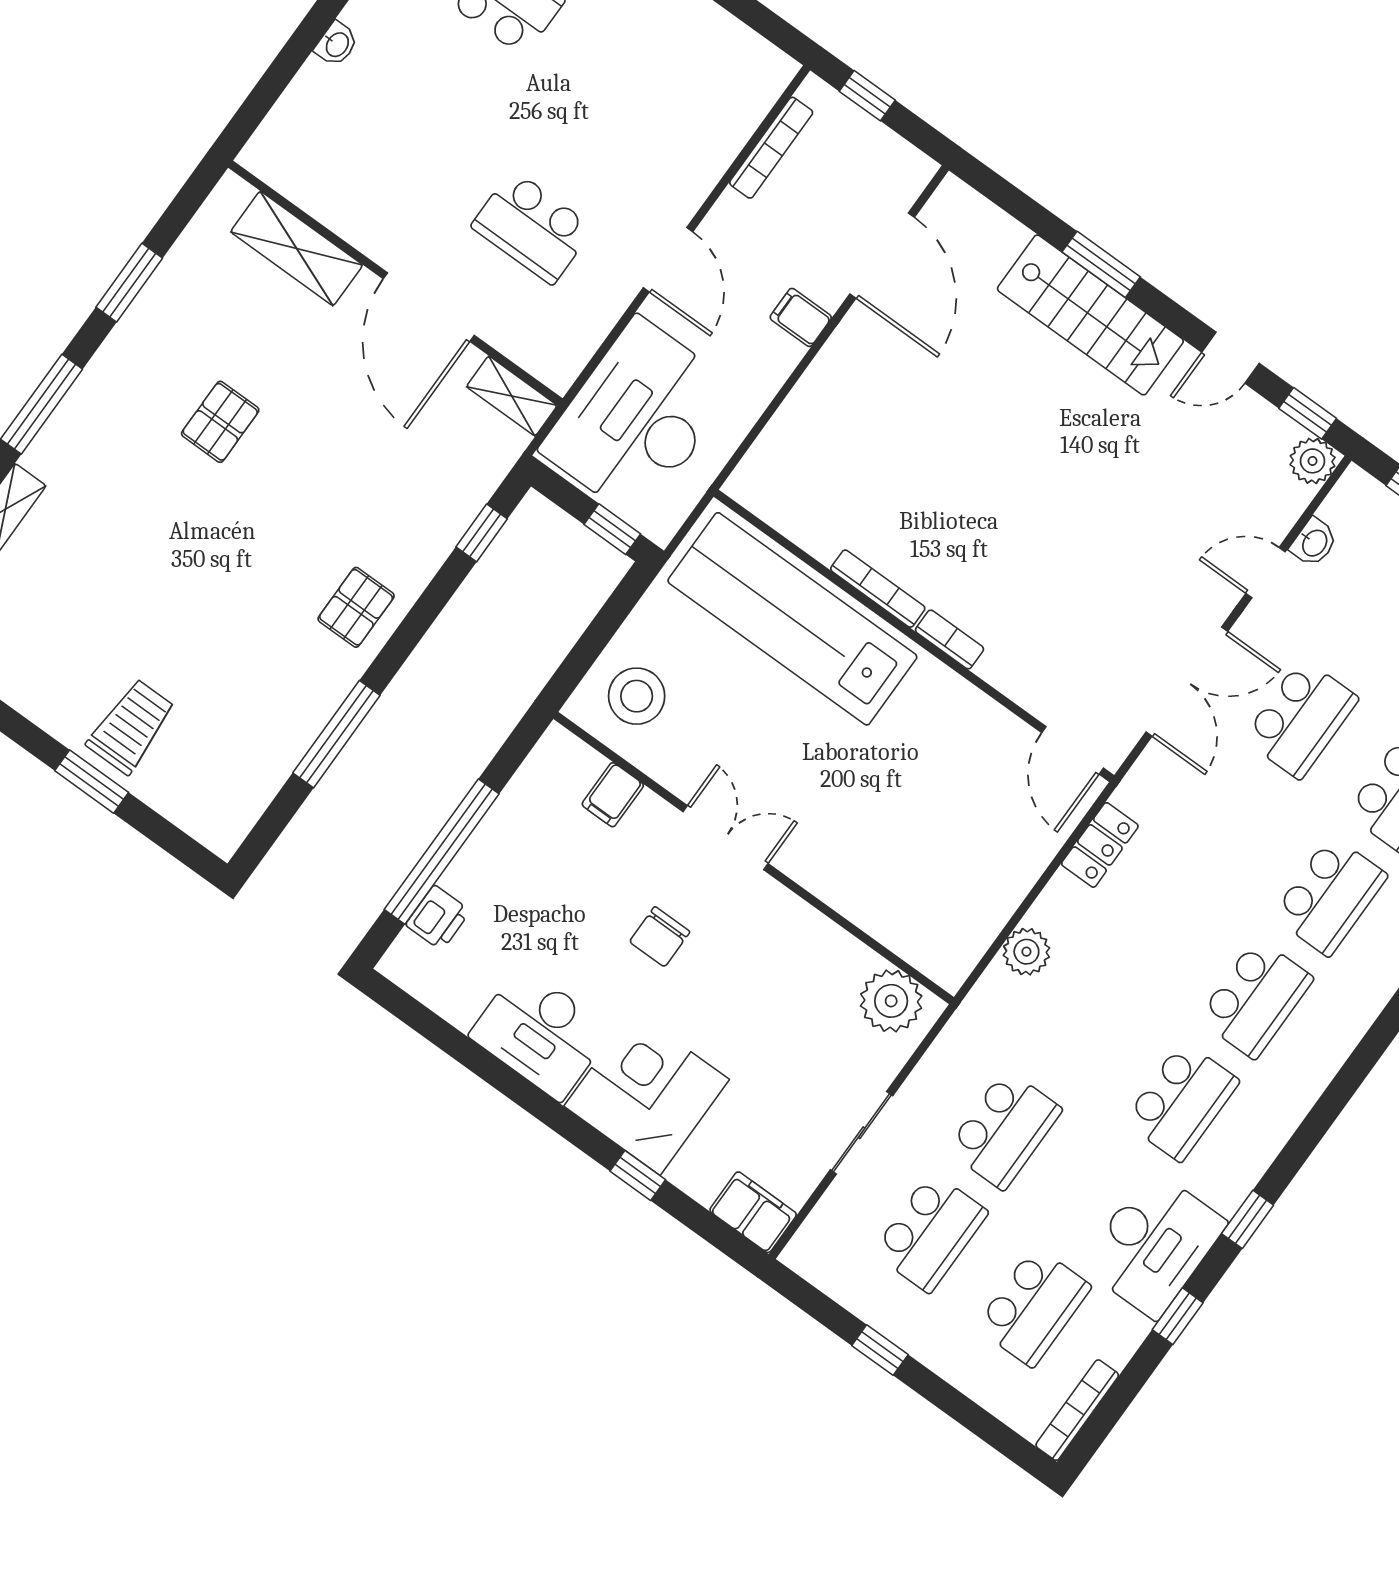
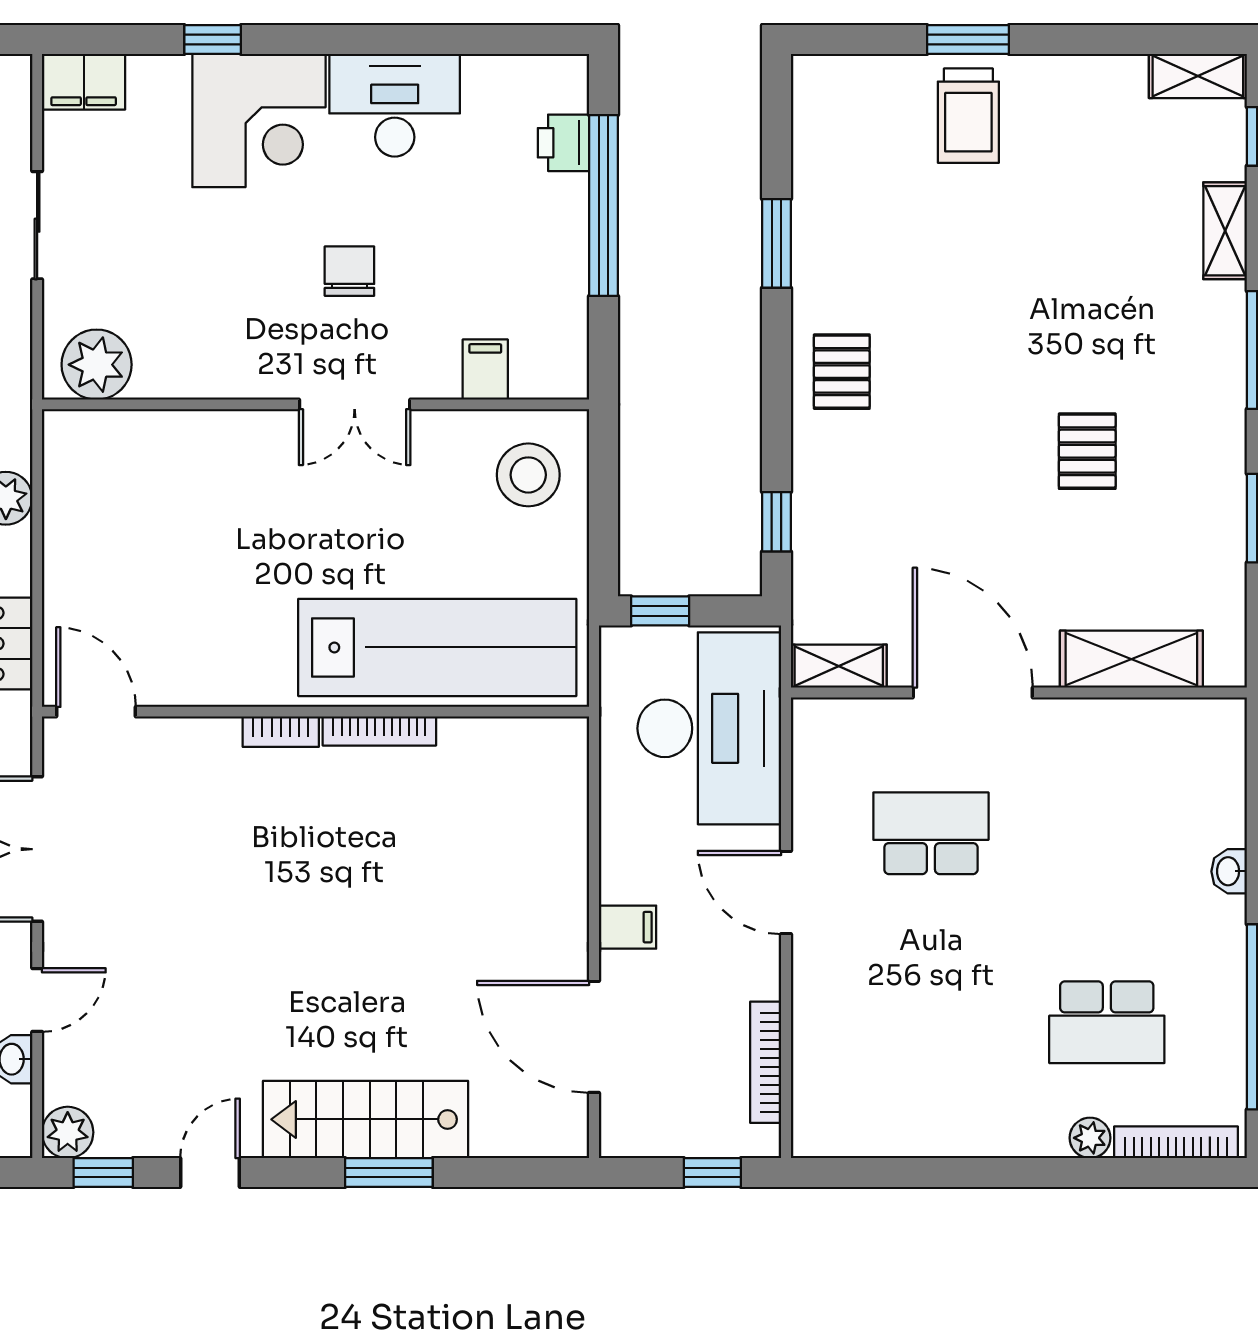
window: (336, 734) -> (776, 243), width x0.69

